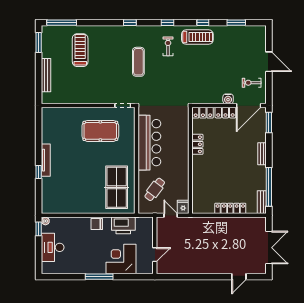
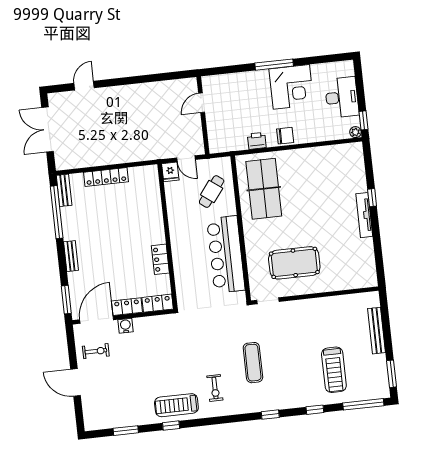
window: (167, 23) -> (315, 410), moved
printer: (123, 225) -> (257, 141), width x0.53, depth x0.68
corner desk: (121, 259) -> (291, 87), moved

